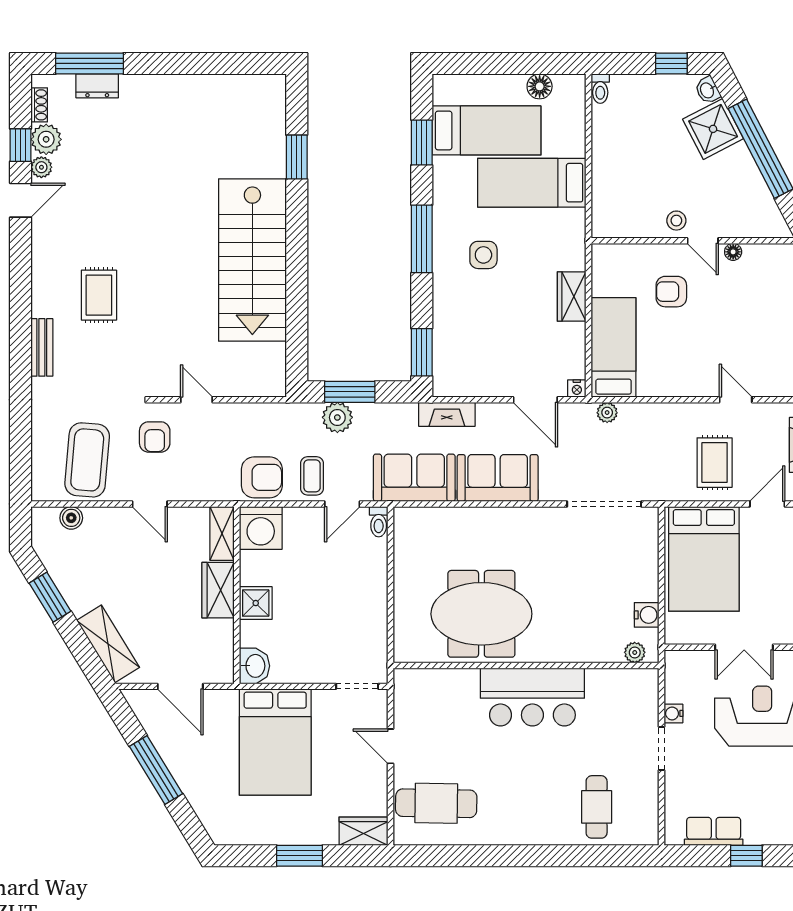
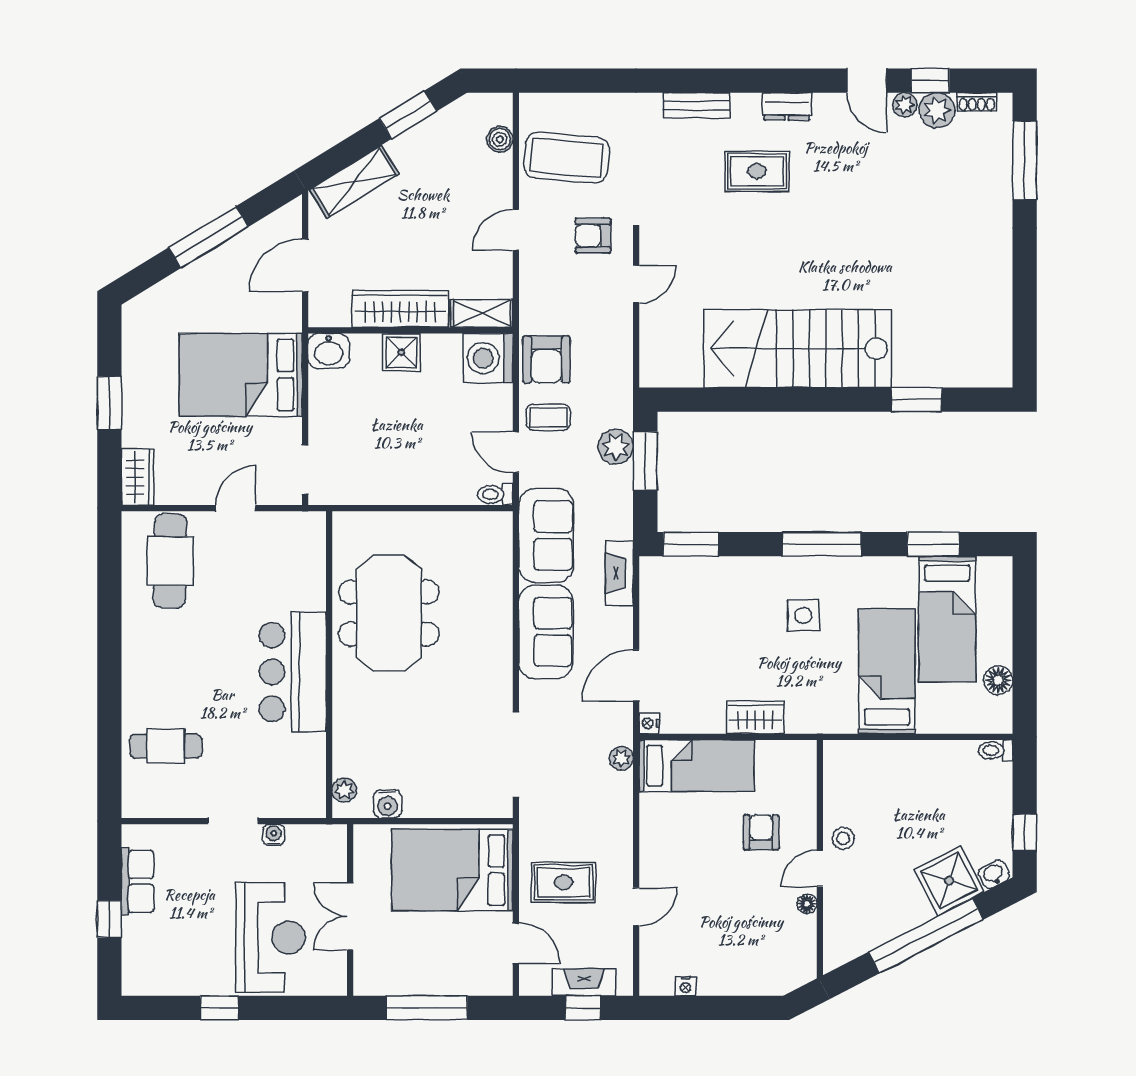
dresser: (97, 86) -> (787, 106), moved, turned -90
wardrobe: (218, 590) -> (400, 309), width x1.50

